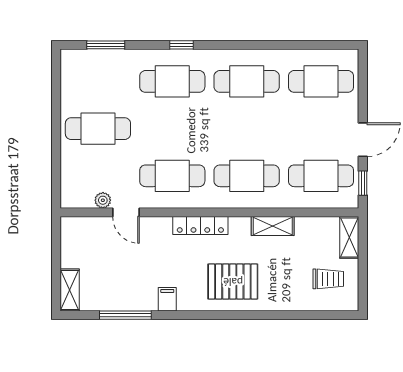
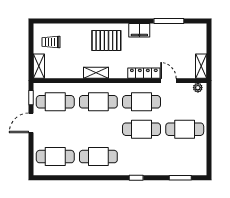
cafe table: (172, 81) -> (142, 129), moved
plant: (103, 200) -> (198, 88), moved
locker: (200, 225) -> (144, 73), moved
shelving: (273, 226) -> (96, 73), moved
shelving: (70, 290) -> (201, 66), moved
filing cabinet: (167, 299) -> (139, 30), width x2.00

